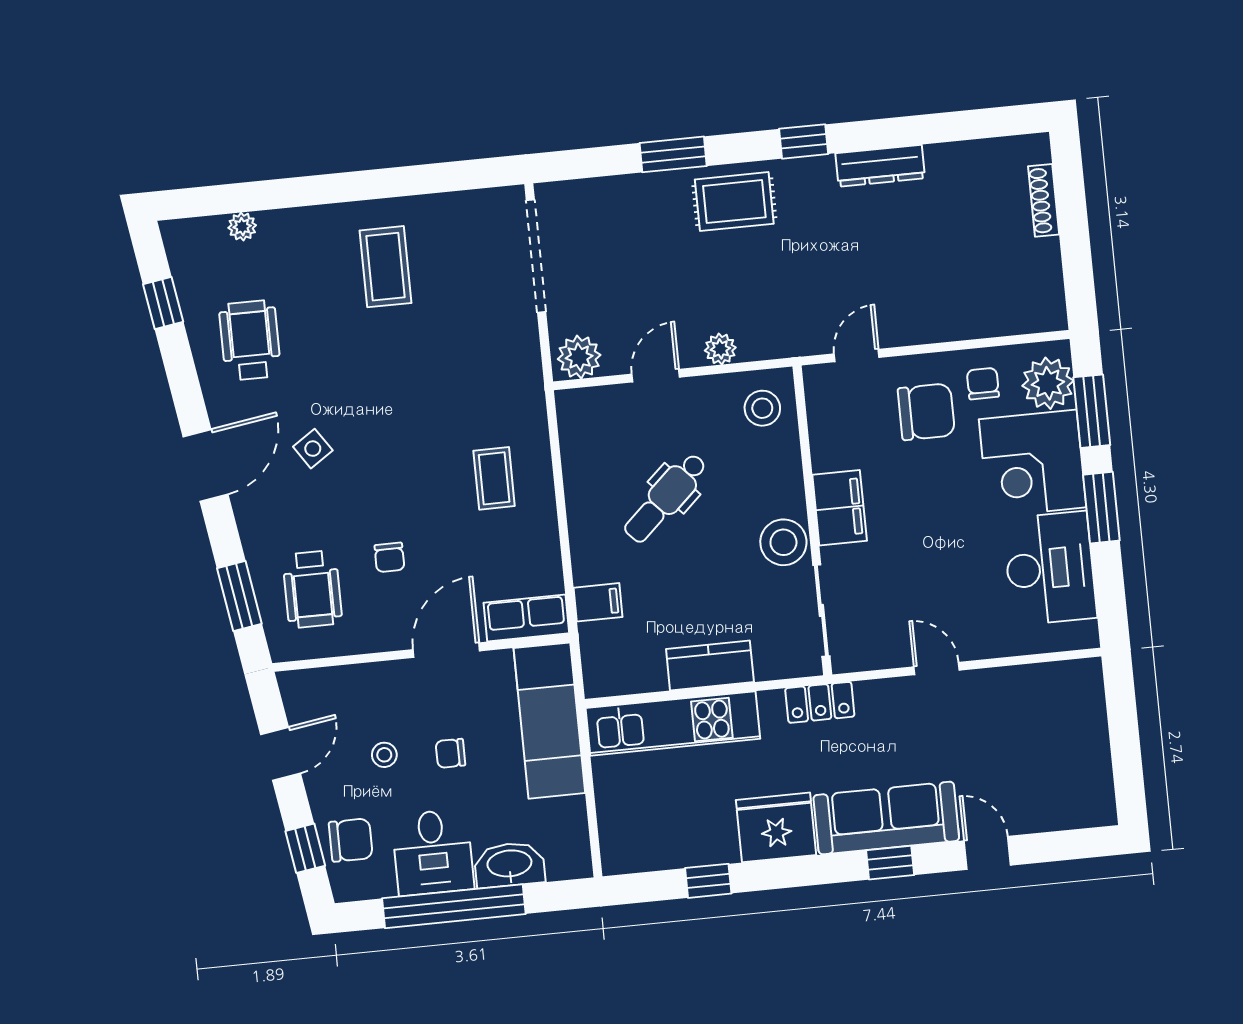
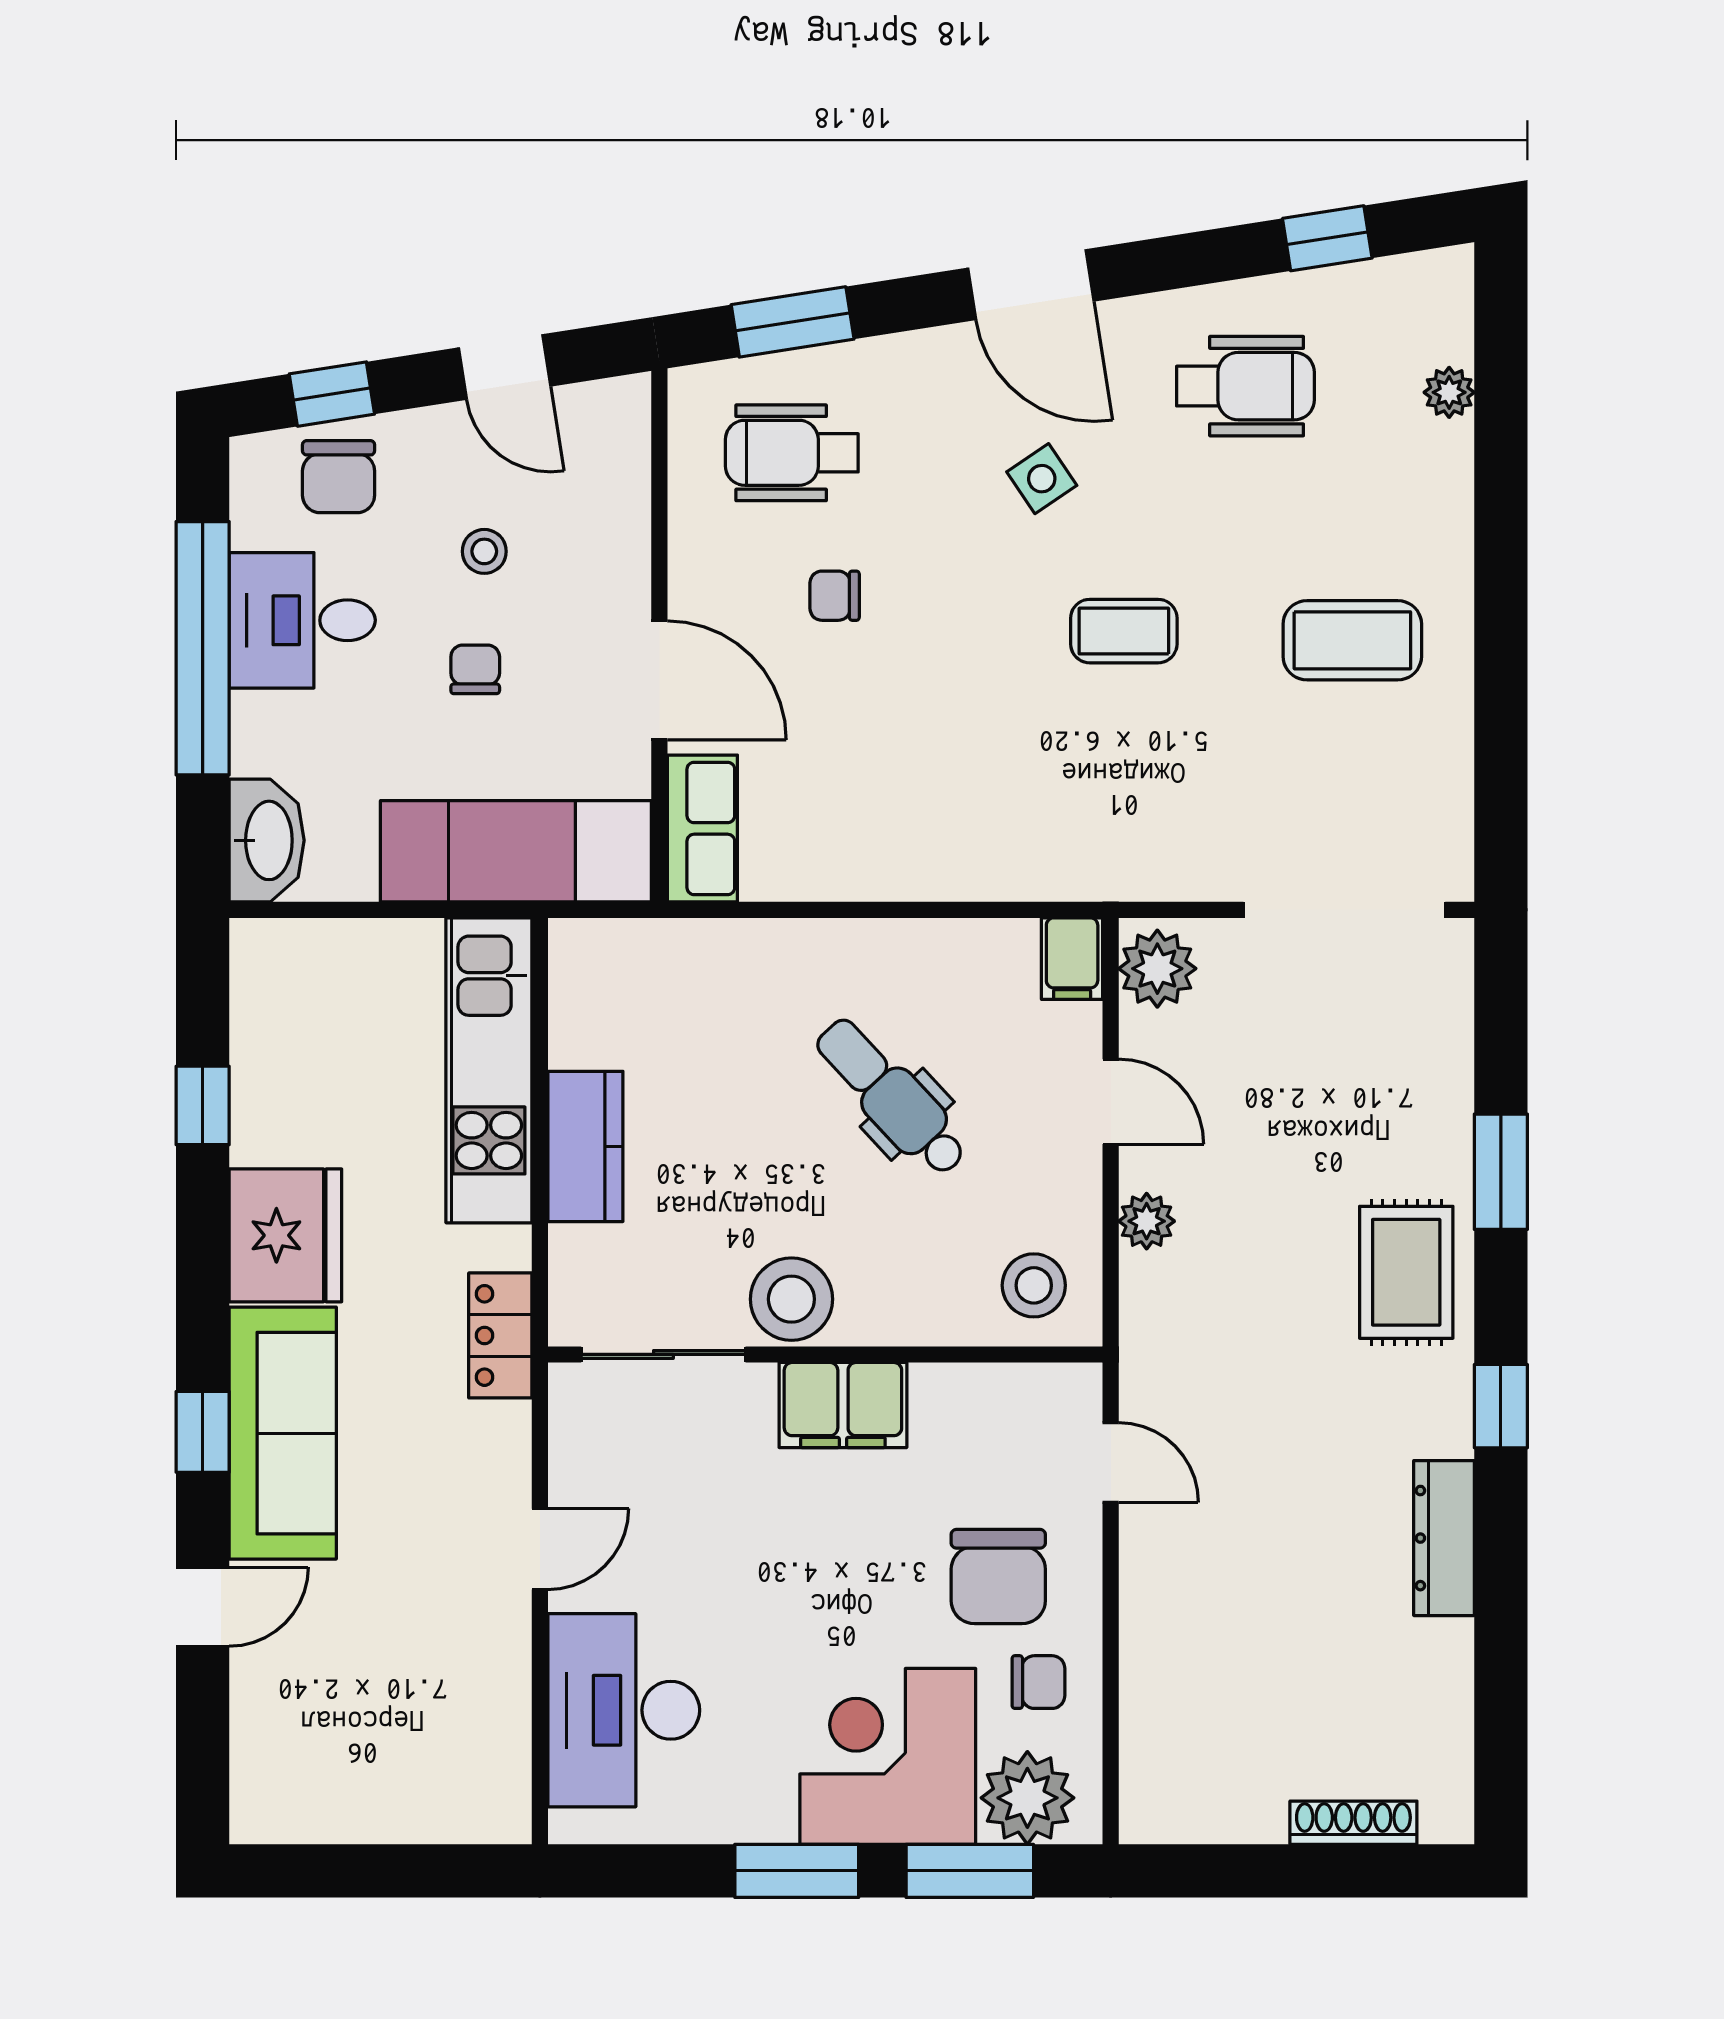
coffee table: (494, 478) -> (1124, 631), moved
desk: (1050, 568) -> (624, 1710), moved, turned 90
filing cabinet: (598, 602) -> (1072, 959), moved
washbasin: (510, 865) -> (267, 840), moved

